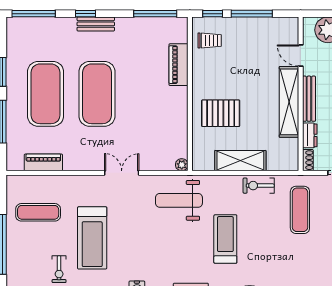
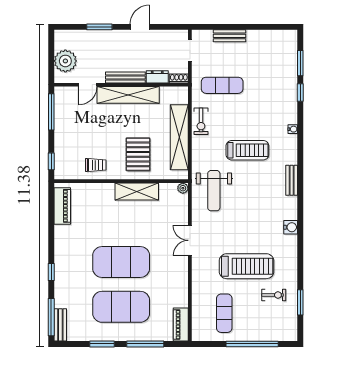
window: (155, 14) -> (51, 211), removed
window: (252, 14) -> (51, 112), moved
bench: (96, 24) -> (60, 325), moved
trolley: (210, 40) -> (96, 165), moved, turned 90
piano: (178, 65) -> (62, 206), moved, turned -90
shelving: (178, 112) -> (137, 192), added
shelving: (240, 161) -> (179, 137), width x1.47
piano: (43, 162) -> (181, 325), moved
treadmill: (225, 239) -> (247, 150), turned 180

